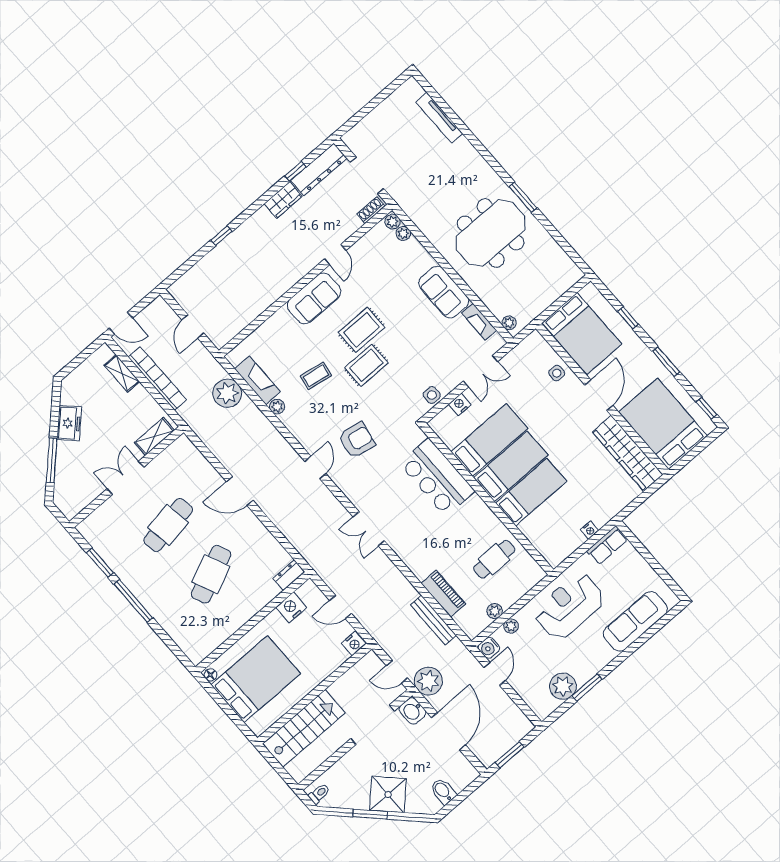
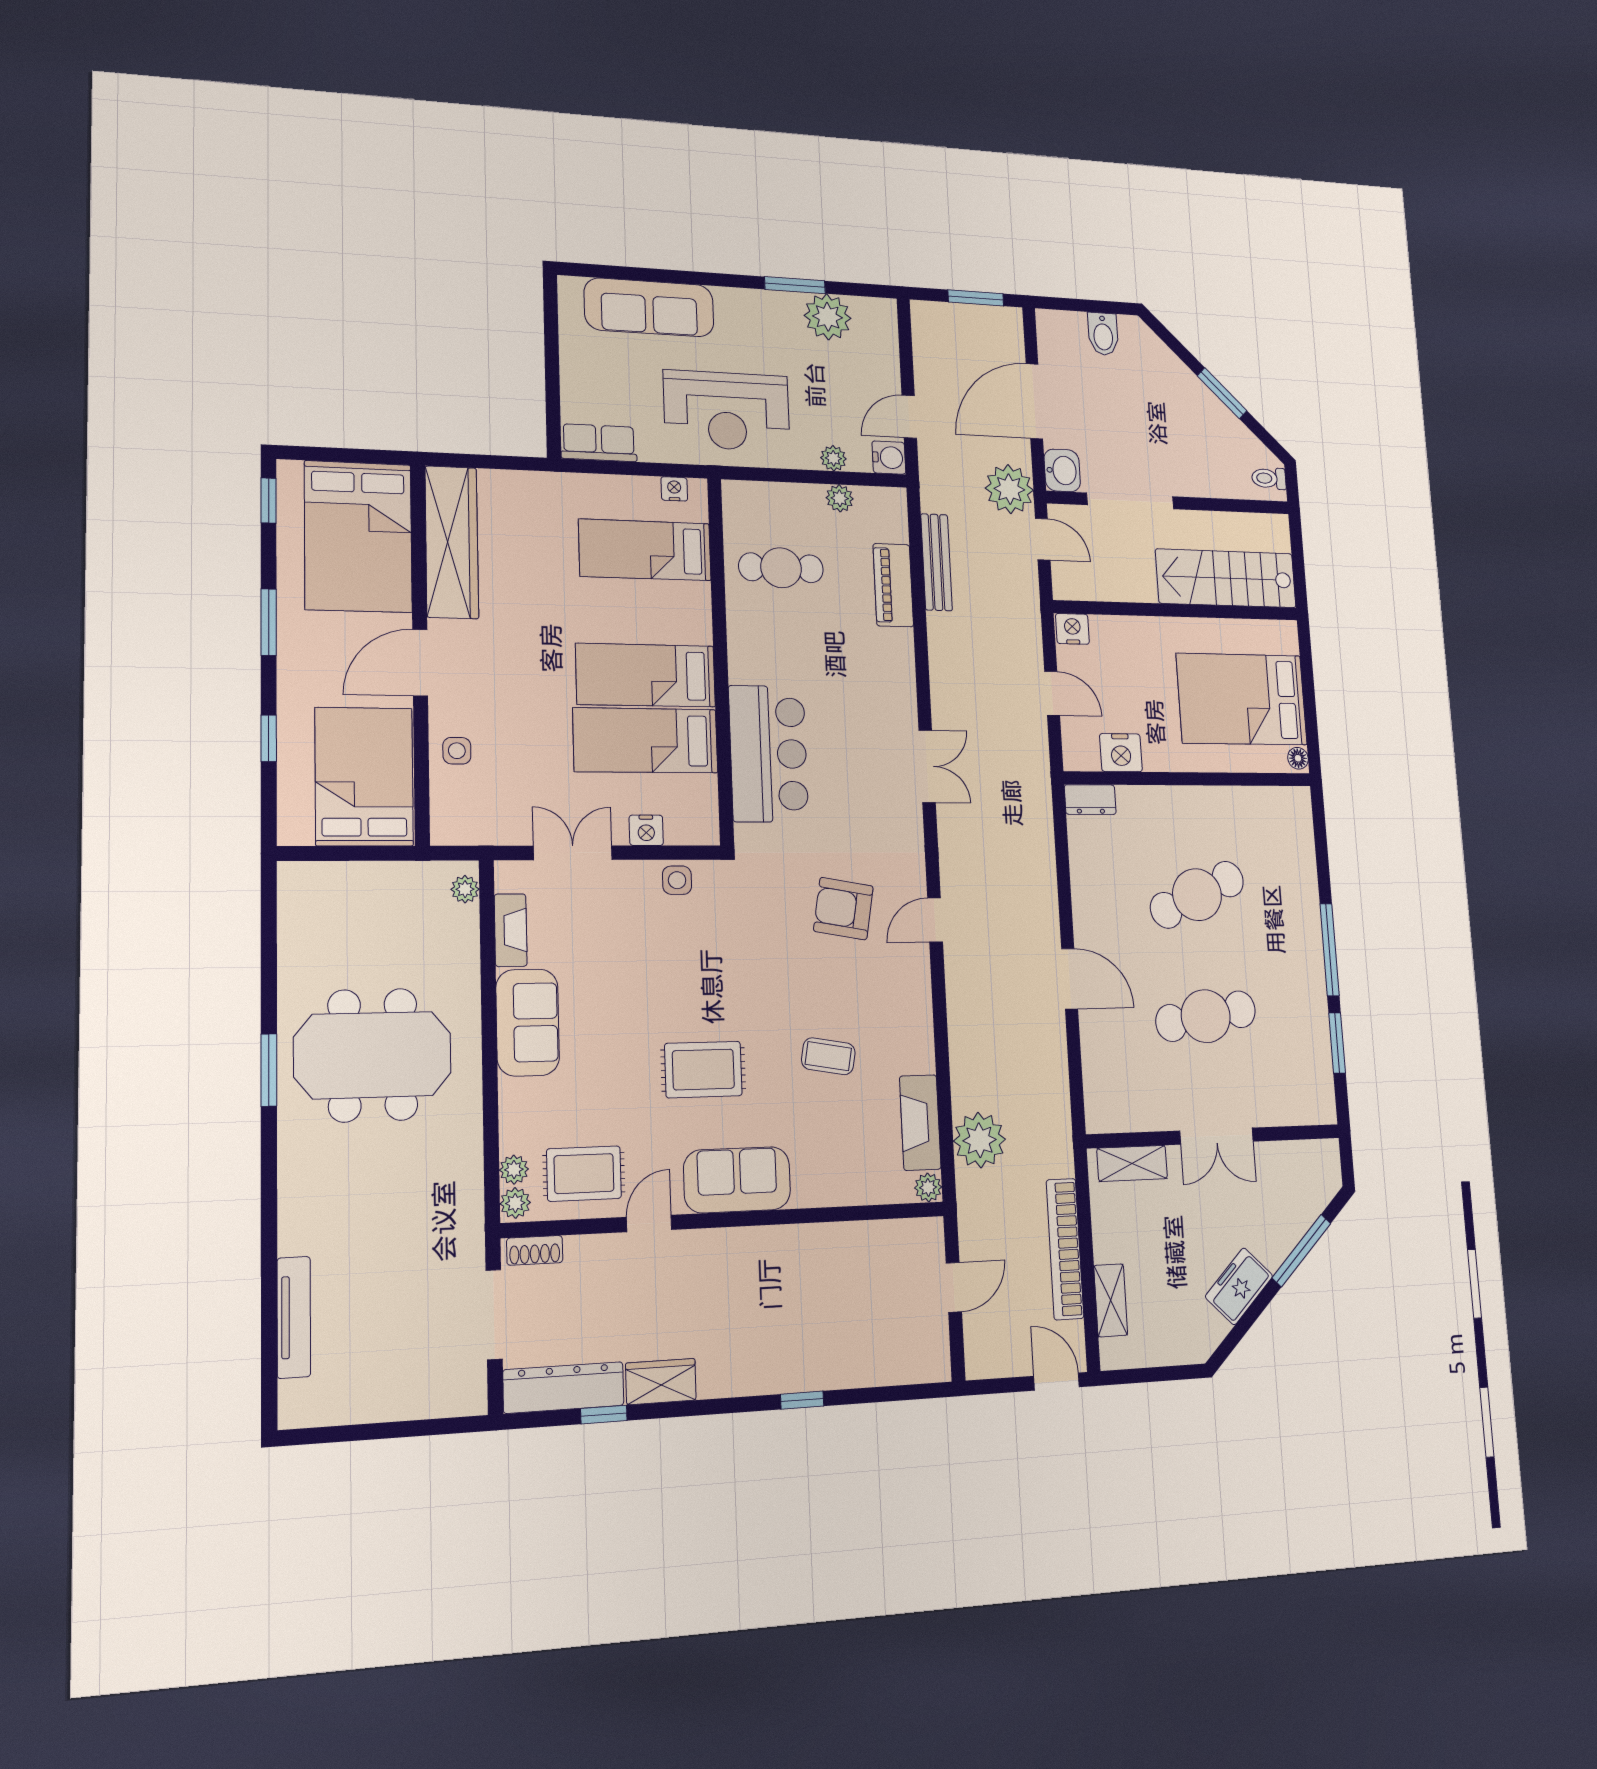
rug: (366, 365) -> (584, 1174), moved
plant: (277, 407) -> (928, 1187), moved
bed: (531, 492) -> (645, 550), moved
nightstand: (590, 530) -> (674, 489), moved
shower: (388, 794) -> (1179, 396), removed

